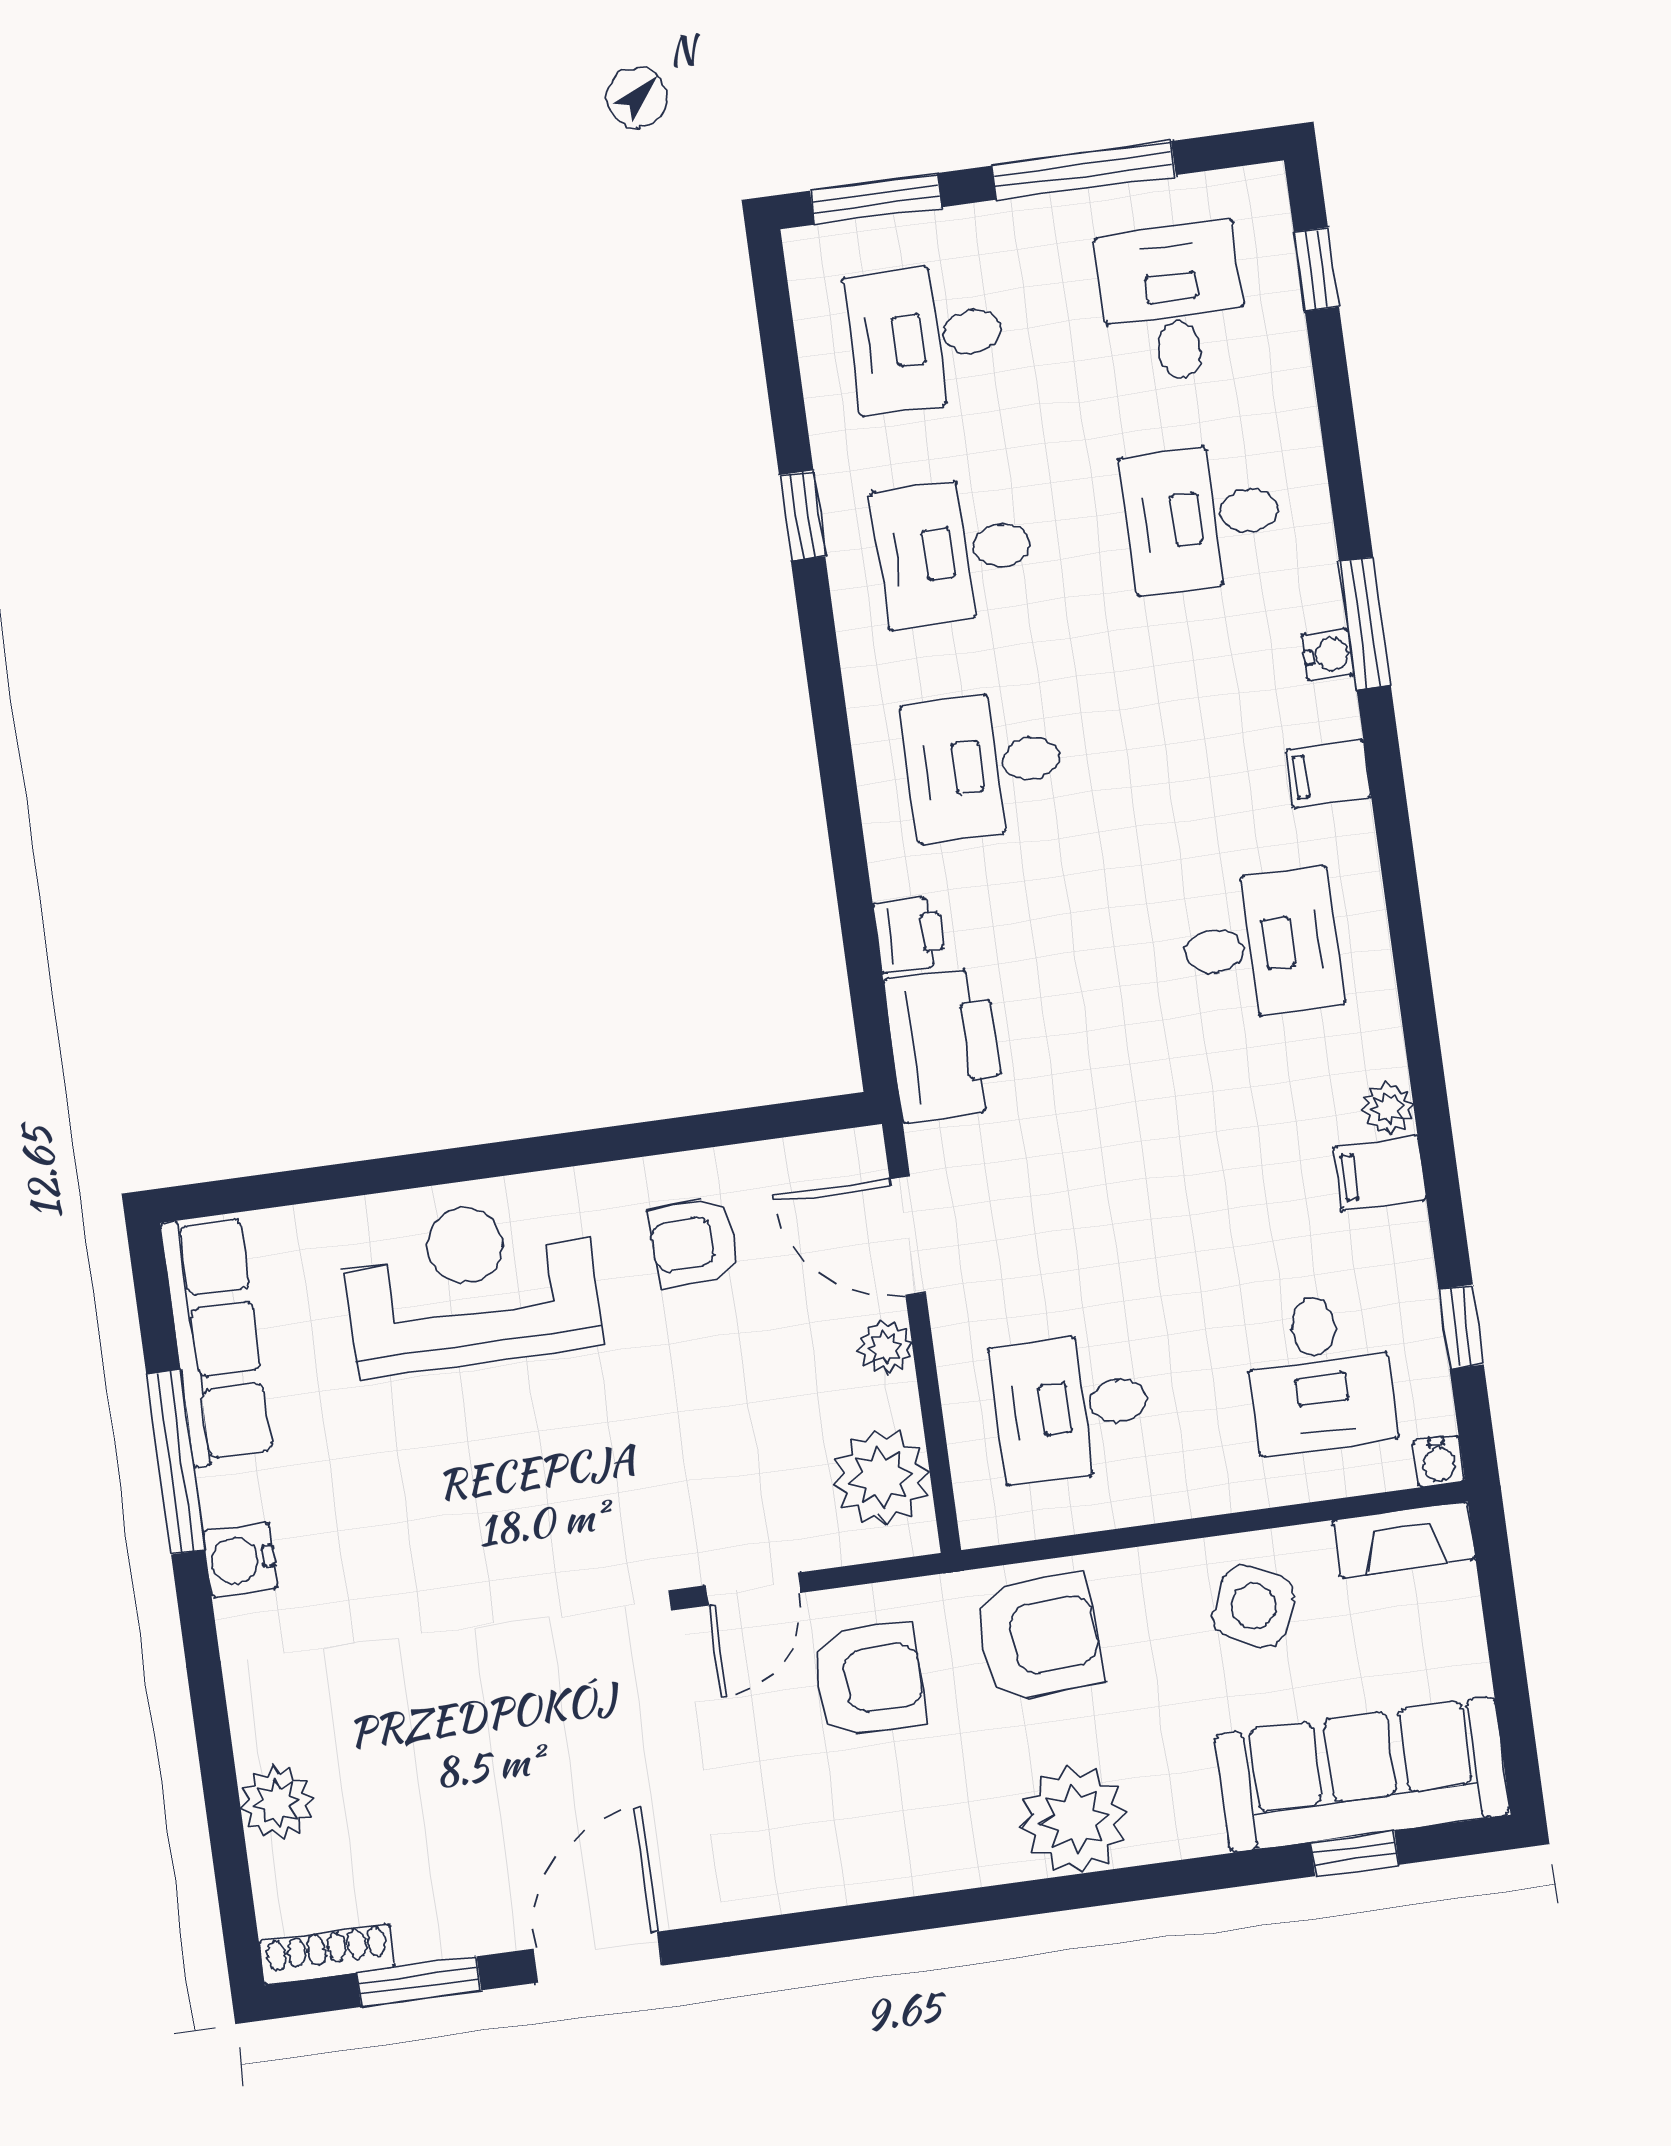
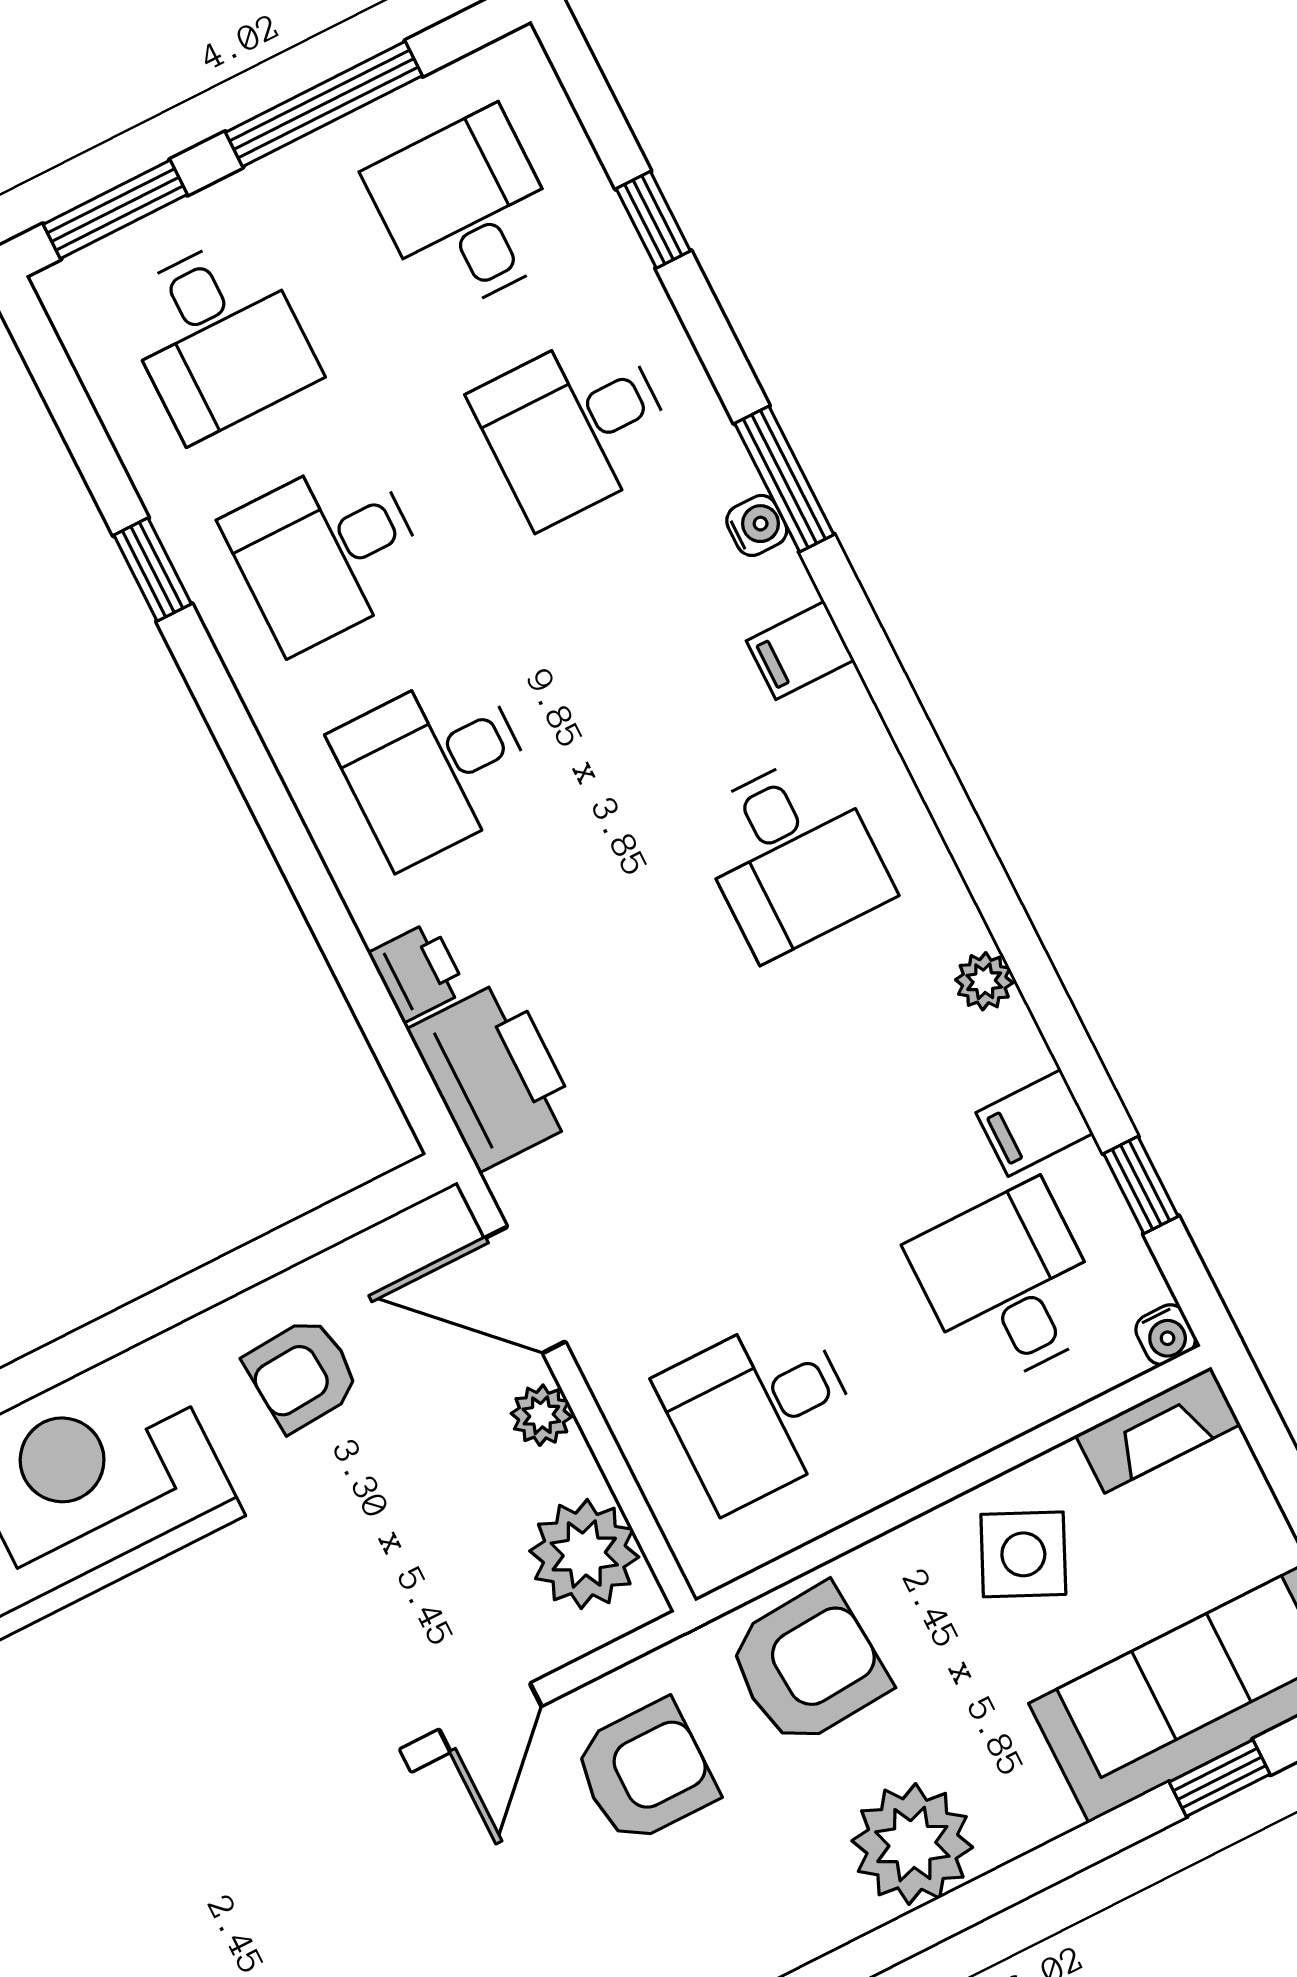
window: (1316, 269) -> (653, 220), moved
desk: (926, 337) -> (218, 337), turned -90
desk: (1261, 945) -> (792, 856), turned 90
filing cabinet: (1380, 1173) -> (1035, 1123), moved
desk: (1320, 1373) -> (1009, 1285), turned 180

